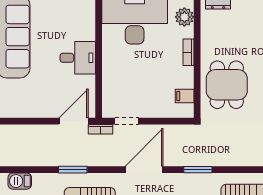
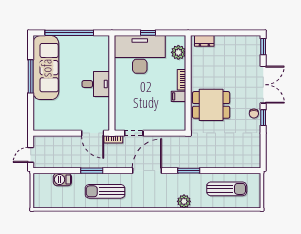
dining table: (227, 85) -> (211, 105), turned 90
filing cabinet: (185, 96) -> (179, 96), moved
door: (74, 121) -> (93, 133), swing flipped
barbecue: (20, 181) -> (62, 179), moved

